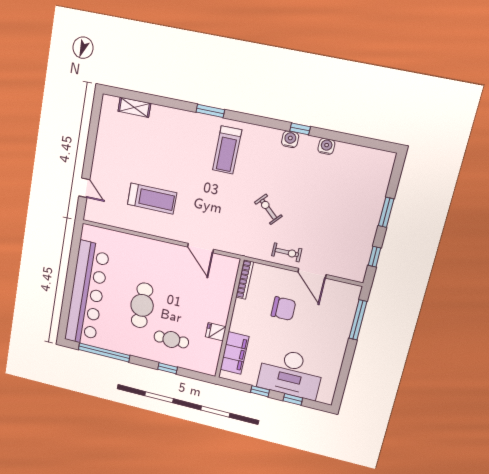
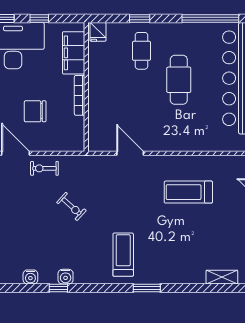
bookcase: (245, 279) -> (80, 95), moved
fridge: (216, 332) -> (98, 32), moved, turned 90
cafe table: (171, 339) -> (141, 51), turned 90

